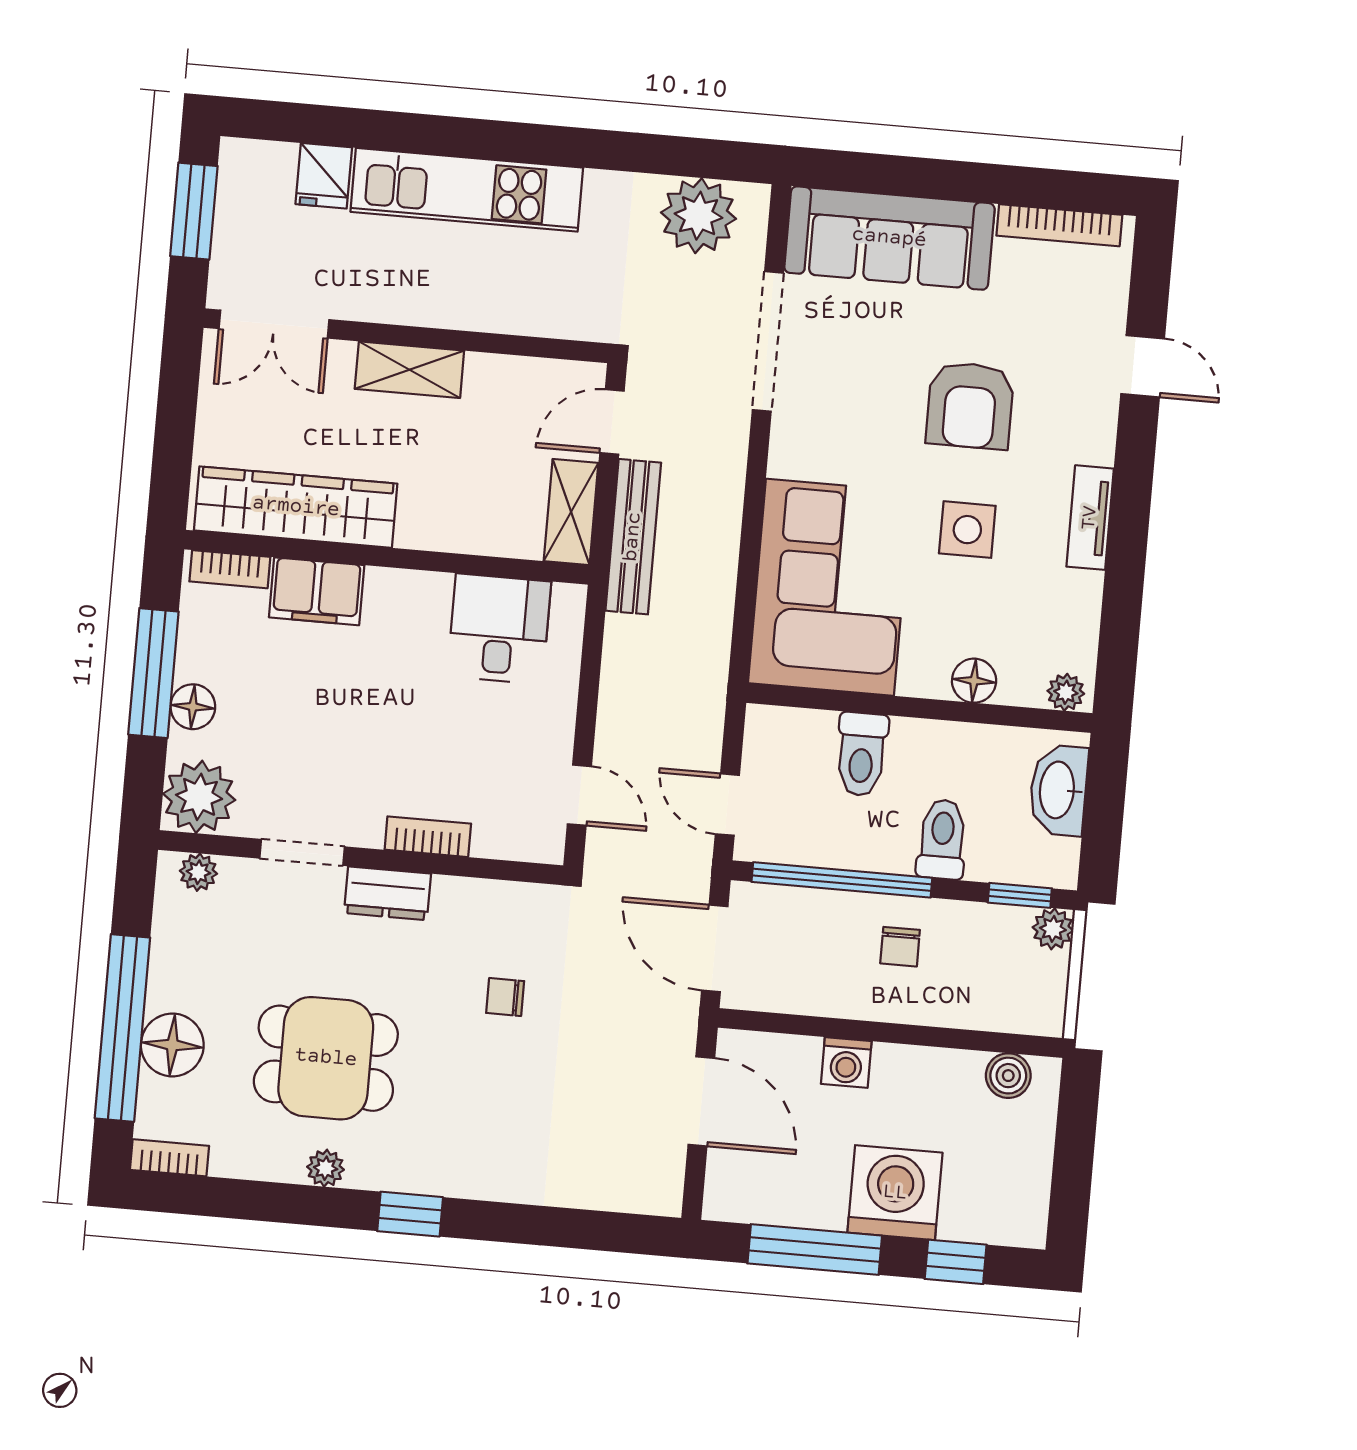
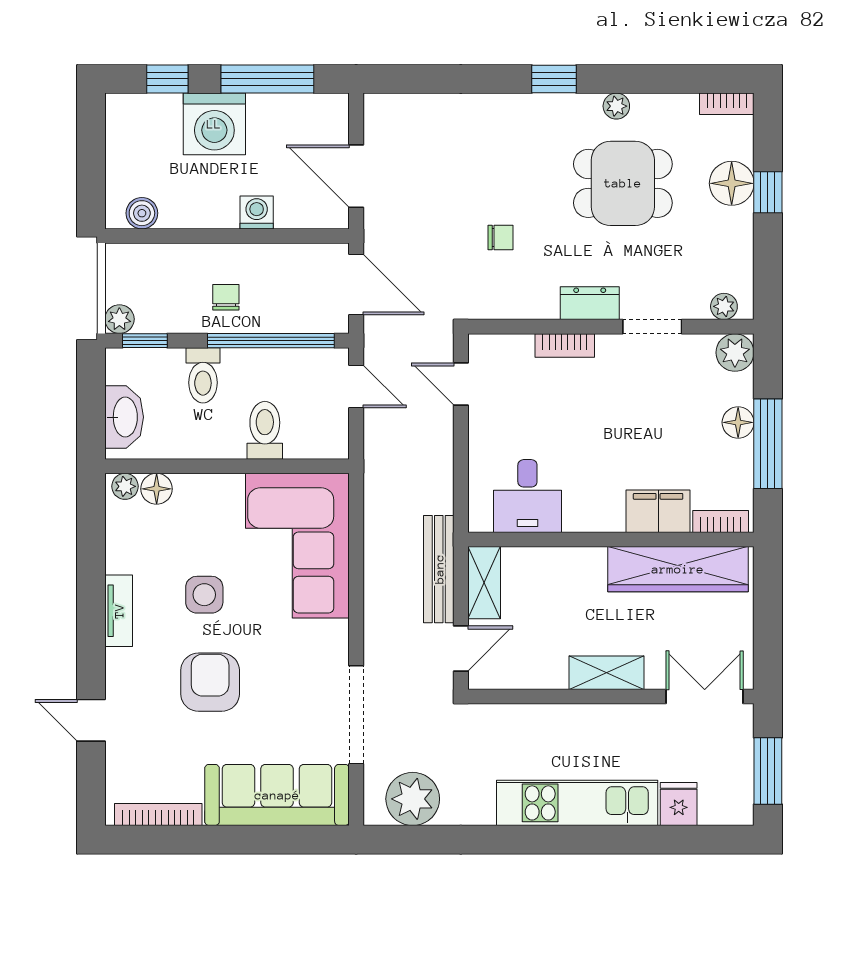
floor lamp: (974, 681) -> (157, 489), moved
plant: (199, 797) -> (735, 353), width x0.73, depth x0.73
window: (122, 1028) -> (768, 192), width x0.32

